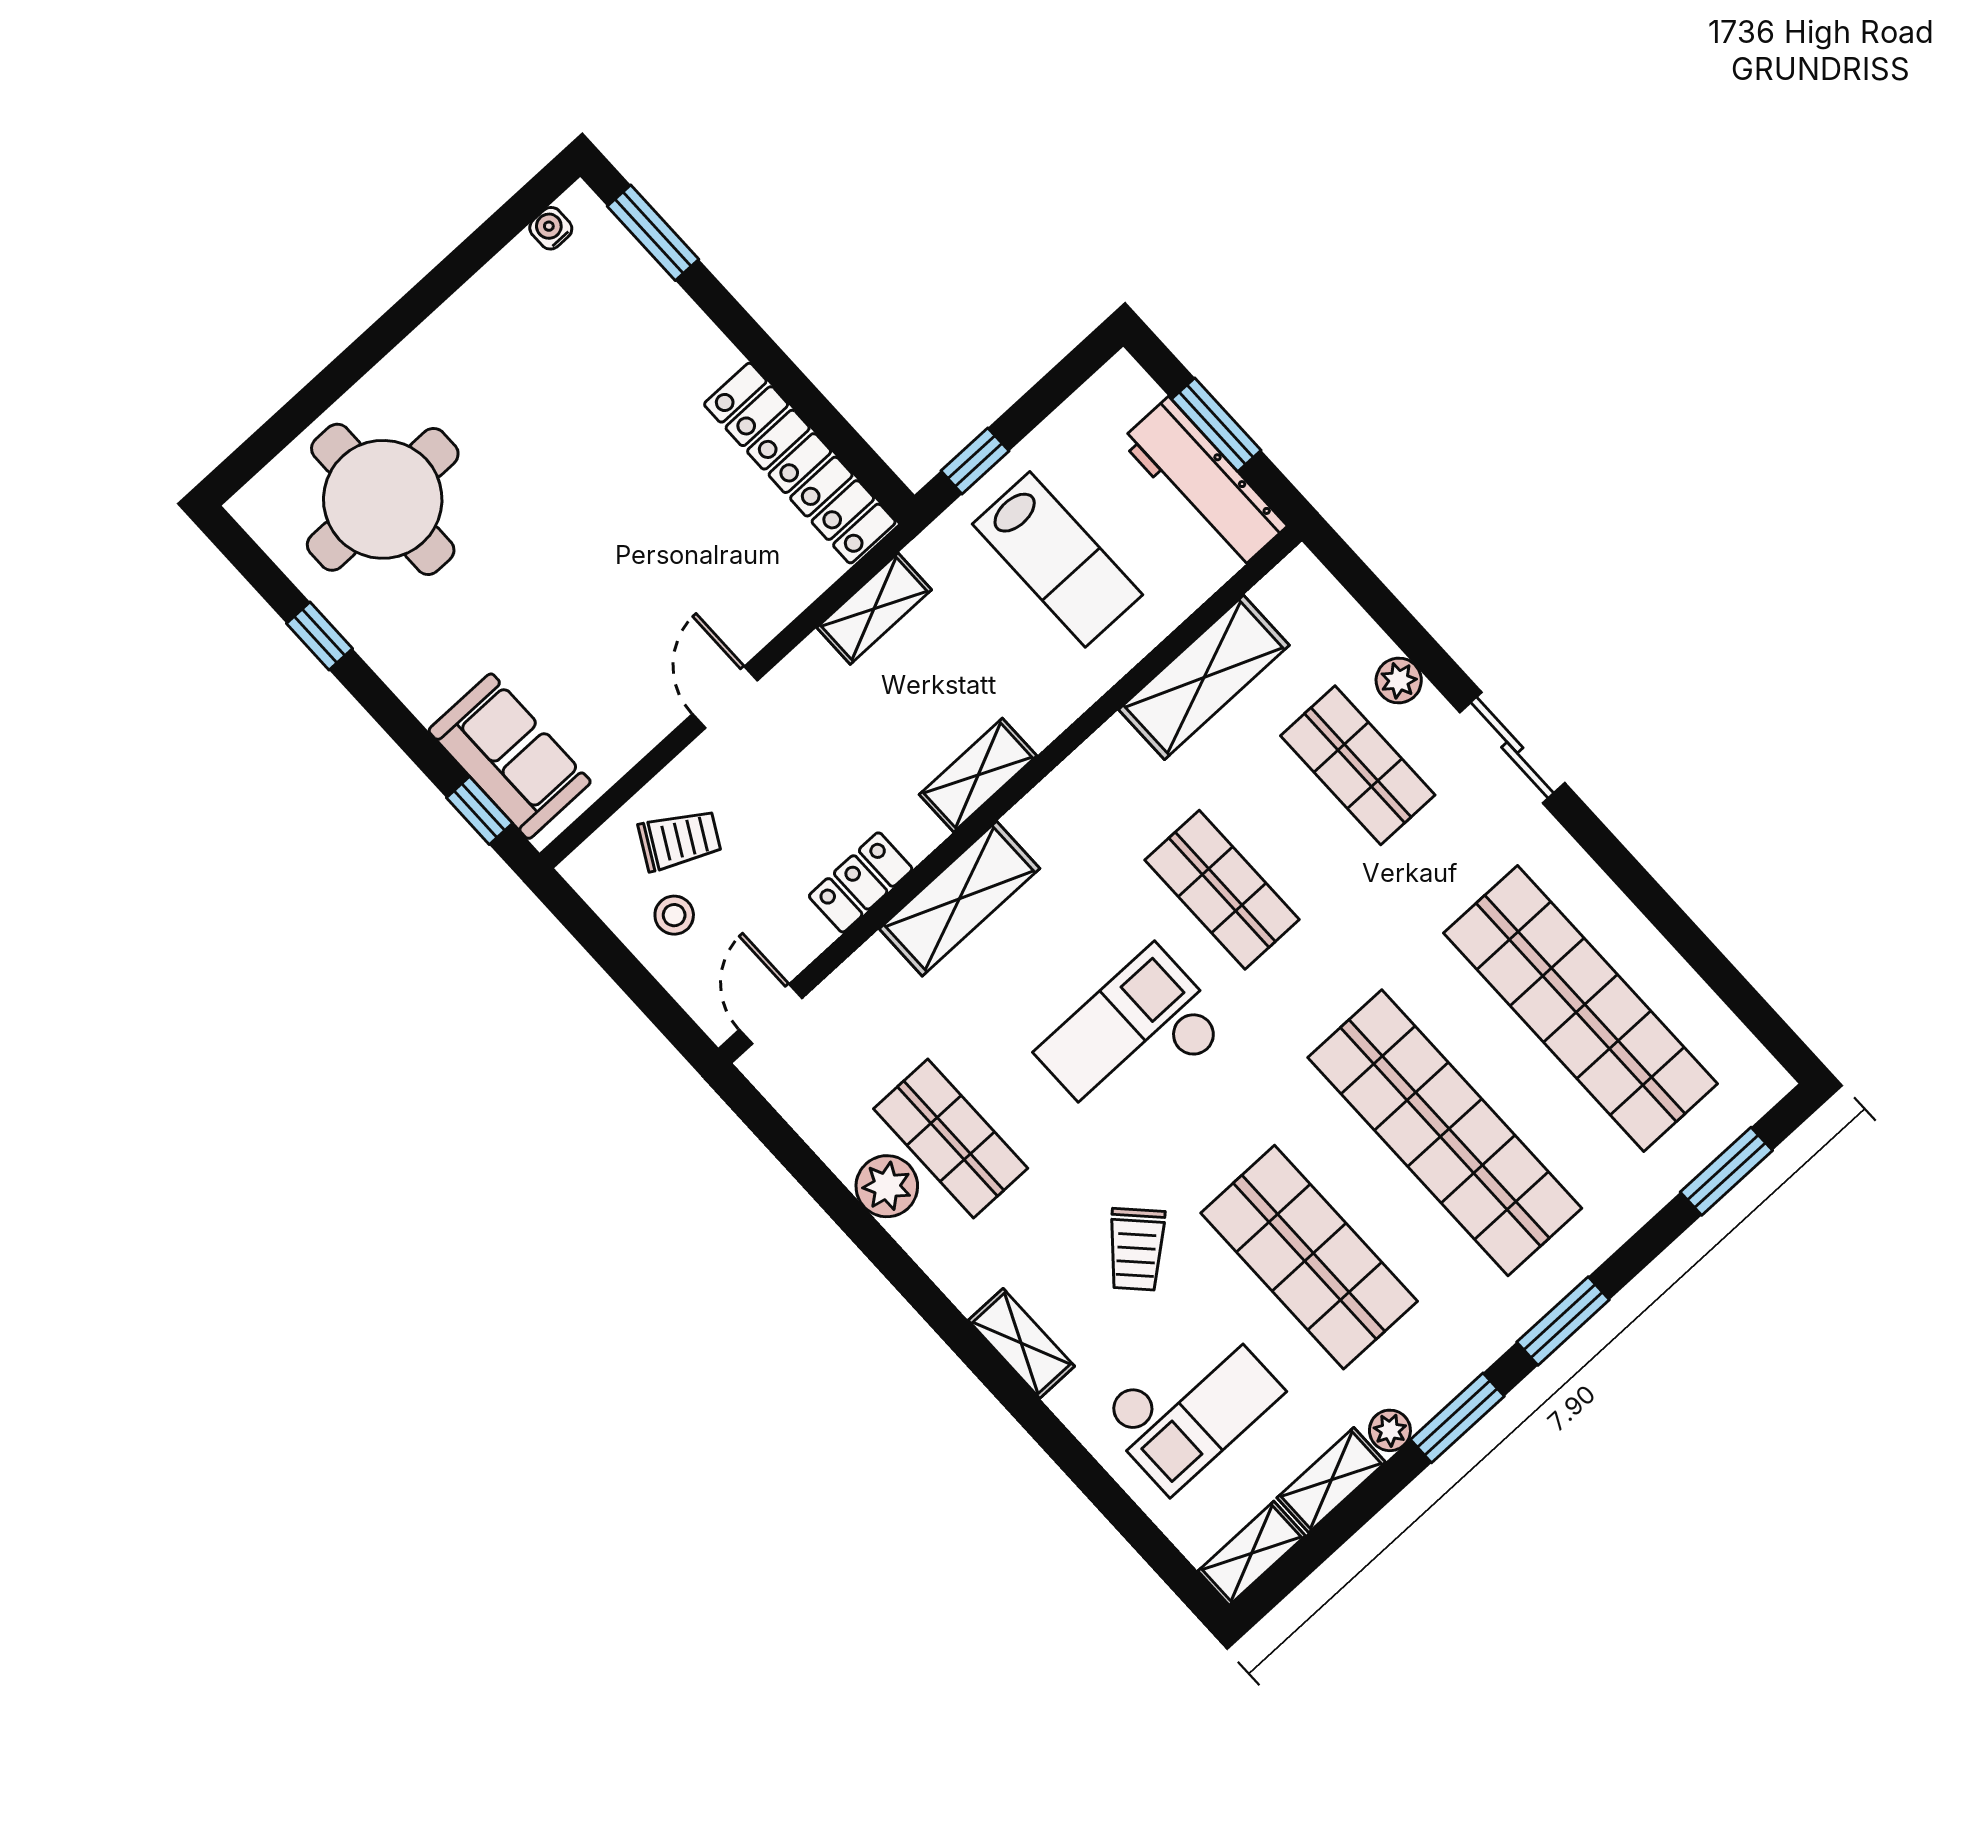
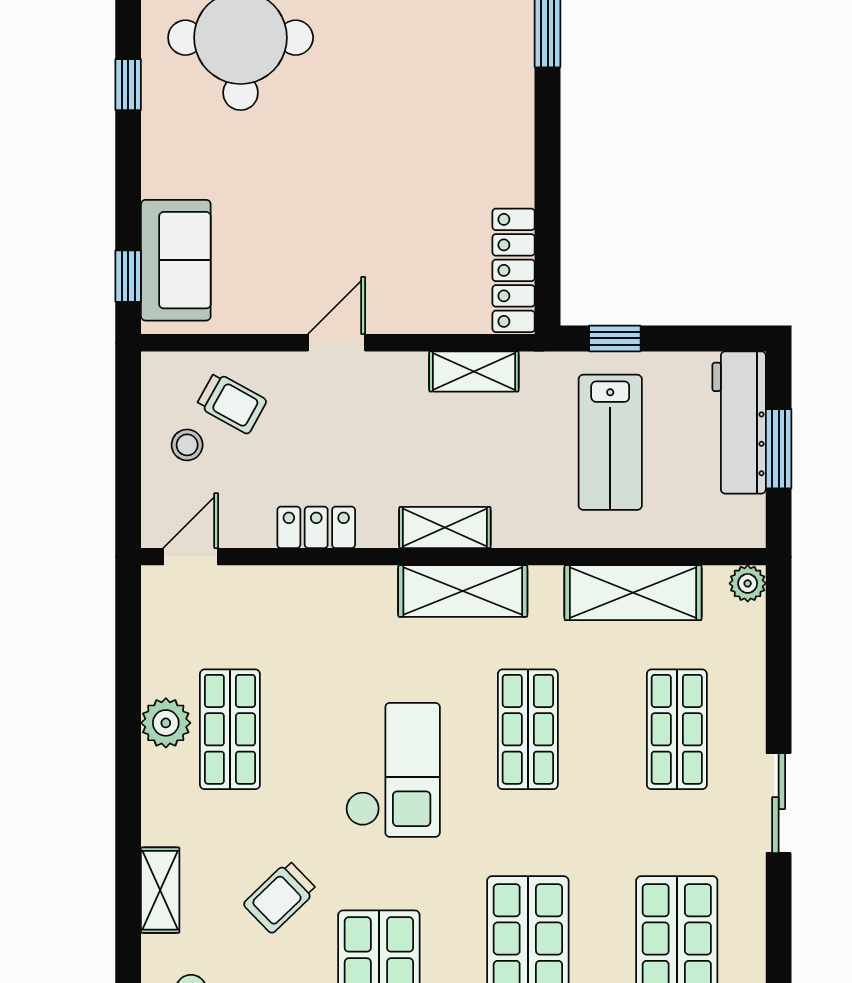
locker: (800, 463) -> (514, 270), width x0.71, depth x0.83
workbench: (1204, 483) -> (739, 422), moved
plant: (1399, 680) -> (748, 583), moved
shelving: (959, 899) -> (463, 591), moved
checkout: (1133, 1039) -> (393, 770), turned 90

